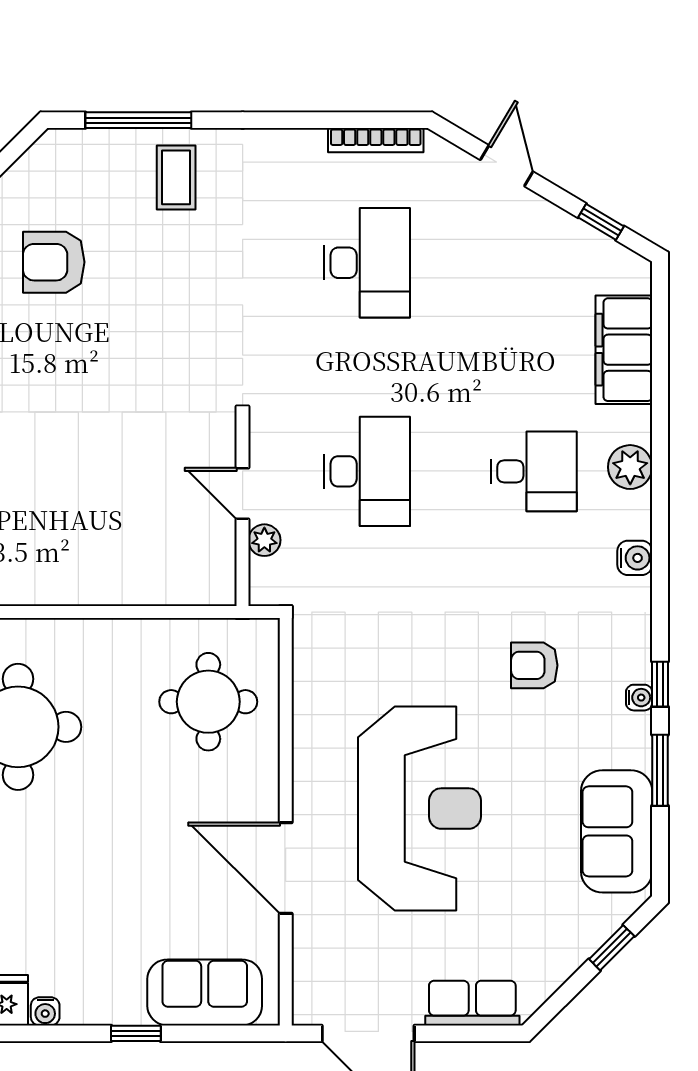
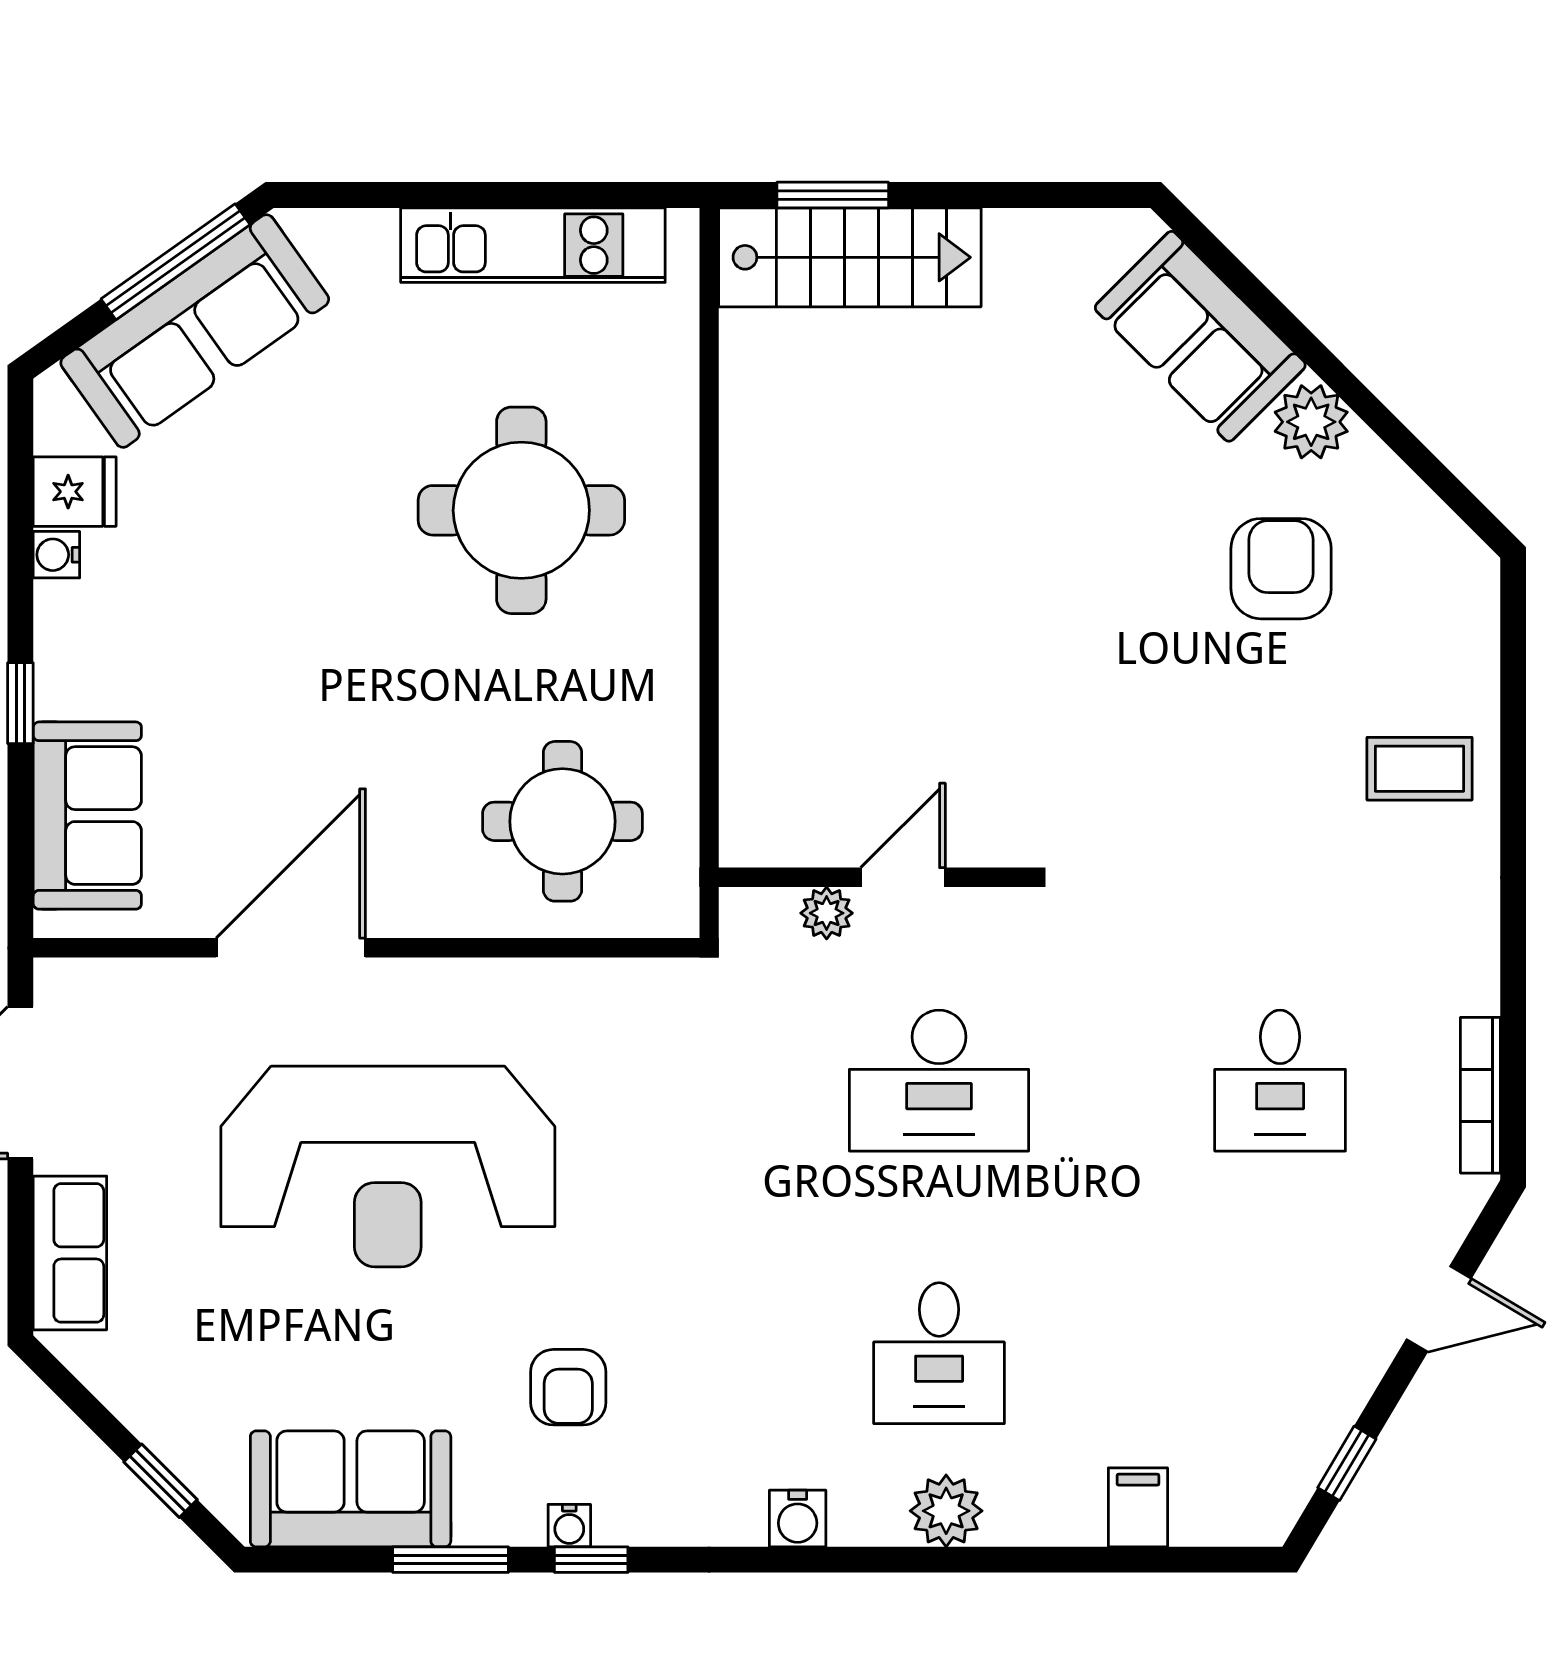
window: (138, 120) -> (1513, 707), removed
desk: (367, 263) -> (1280, 1081), width x0.73
filing cabinet: (624, 350) -> (1138, 1507), width x0.33, depth x0.86
armchair: (534, 665) -> (568, 1387), moved, turned 180

